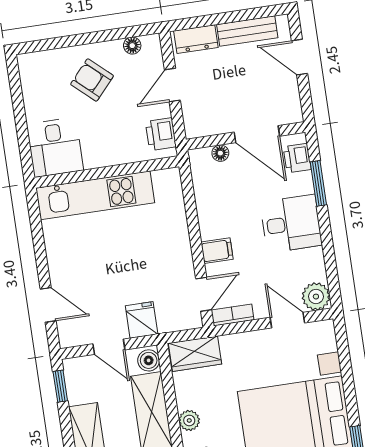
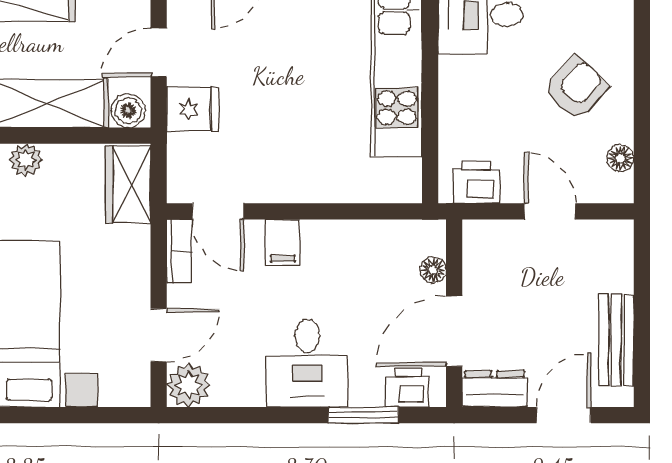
dresser: (196, 39) -> (495, 389), moved, turned 90

